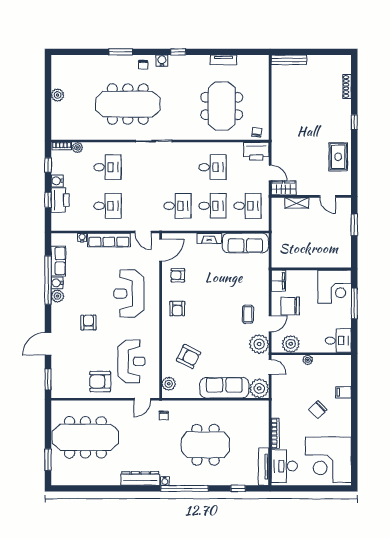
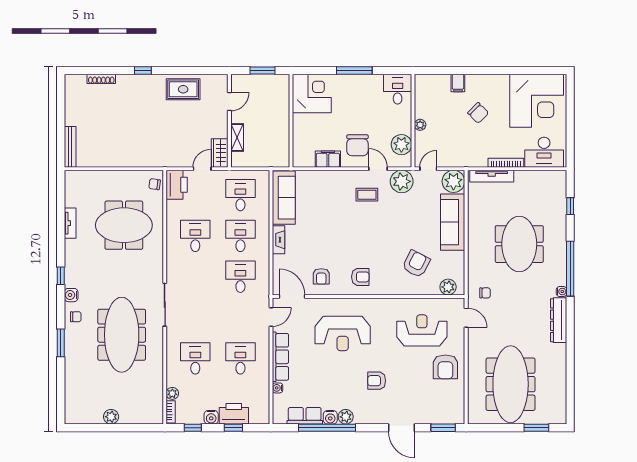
wall: (311, 269) -> (291, 121), moved
corner desk: (335, 287) -> (312, 93), moved
tv unit: (264, 467) -> (492, 176), moved

